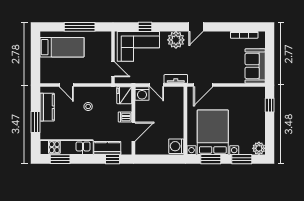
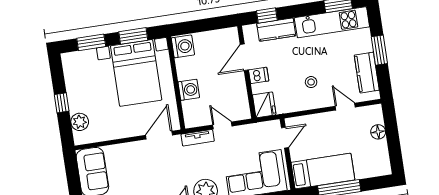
bed: (62, 47) -> (323, 171), moved, turned 180
floor lamp: (45, 63) -> (378, 132), added
door: (113, 69) -> (285, 138), swing flipped
washing machine: (142, 94) -> (189, 90), moved, turned 90
window: (270, 105) -> (62, 103), moved
plant: (259, 148) -> (80, 122), moved

